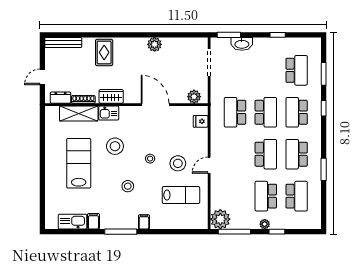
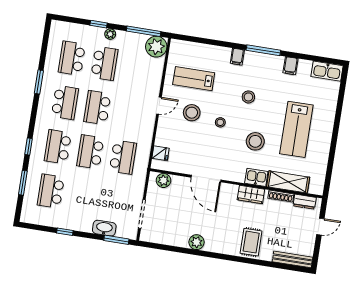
school desk: (297, 112) -> (58, 147), turned 180
kitchen sink: (72, 222) -> (327, 71), moved

